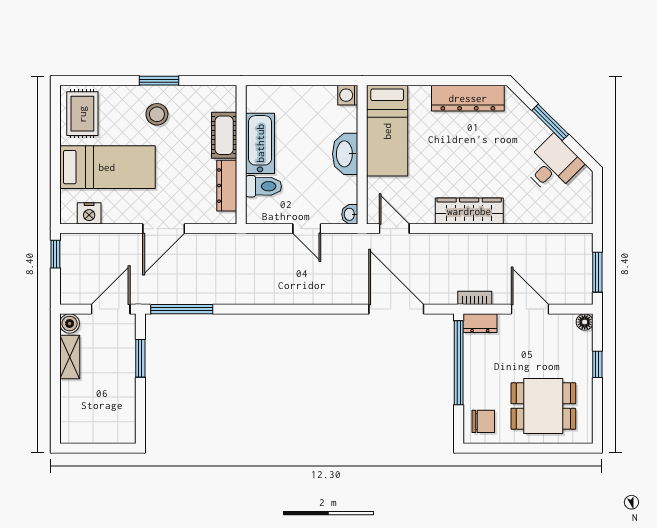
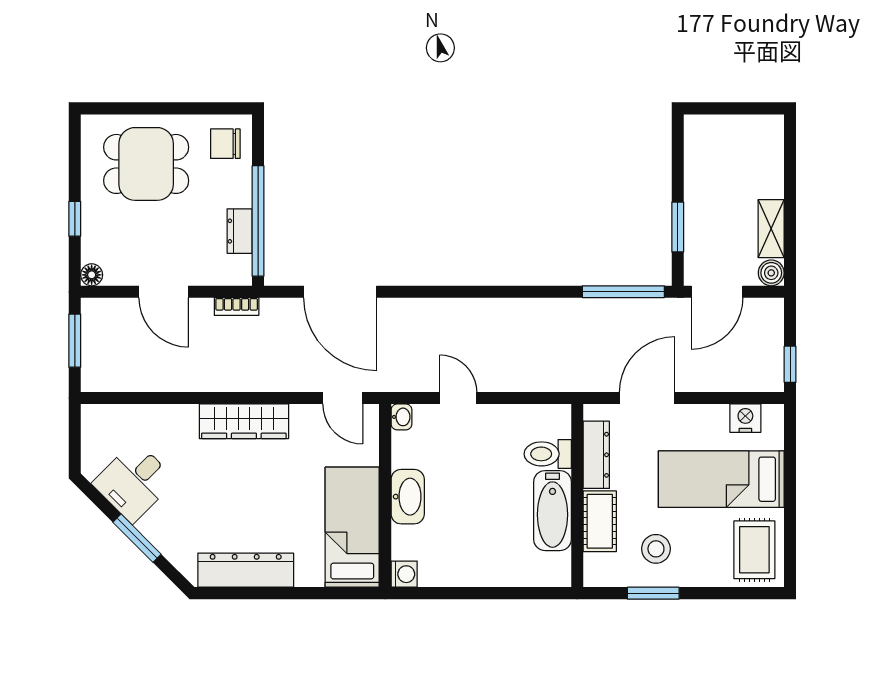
cot: (224, 135) -> (600, 521), moved
bathtub: (260, 143) -> (553, 511), moved
wall: (241, 155) -> (577, 496), moved
dresser: (227, 186) -> (596, 455), moved
toilet: (264, 186) -> (548, 454), moved
dresser: (480, 323) -> (240, 231), moved, turned -90

